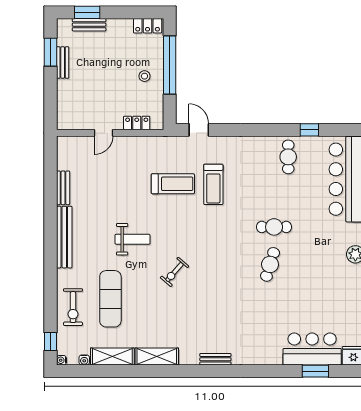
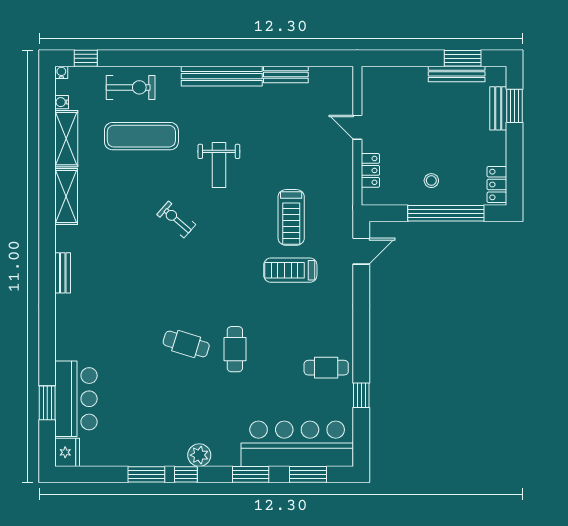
bench: (63, 62) -> (457, 74), width x1.36
exercise bike: (73, 307) -> (131, 87), turned 180

